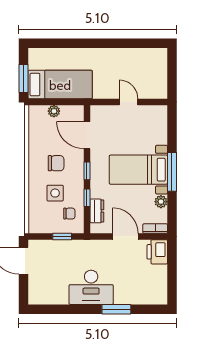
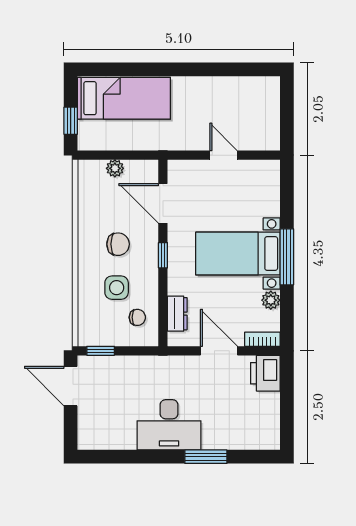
window: (24, 78) -> (71, 121), width x0.67
bed: (60, 85) -> (124, 98), moved
window: (87, 198) -> (163, 295), removed
window: (62, 236) -> (101, 351), moved

